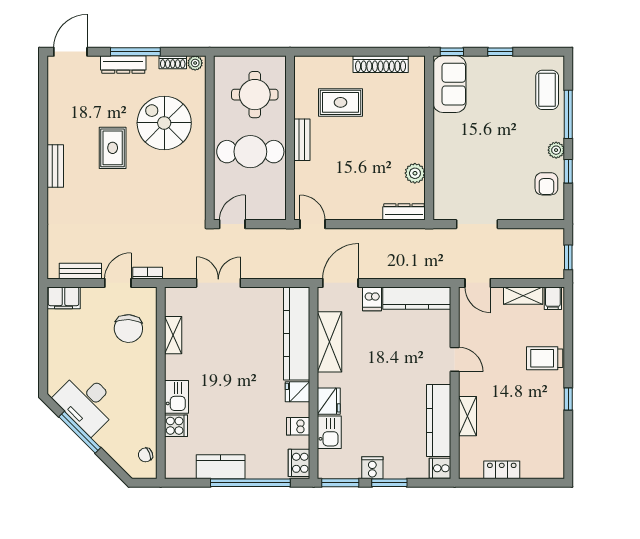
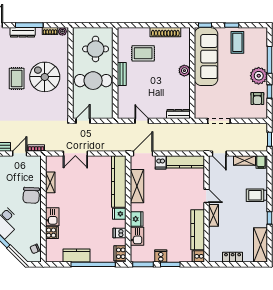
sofa: (449, 84) -> (206, 57), width x1.85, depth x1.27
coffee table: (547, 90) -> (237, 42), moved
spiral stairs: (164, 123) -> (45, 77), moved
plant: (556, 150) -> (259, 76), width x1.87, depth x1.87
plant: (415, 173) -> (184, 71), moved
door: (313, 224) -> (142, 121), moved
double door: (218, 283) -> (75, 153), swing flipped
chair: (128, 329) -> (31, 195), moved
shelving: (467, 416) -> (214, 215), moved
shelving: (552, 448) -> (260, 245), added

